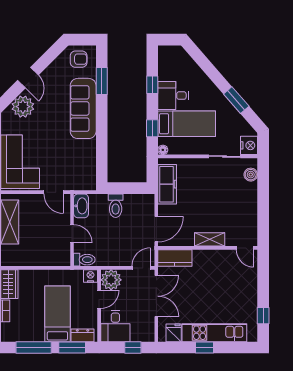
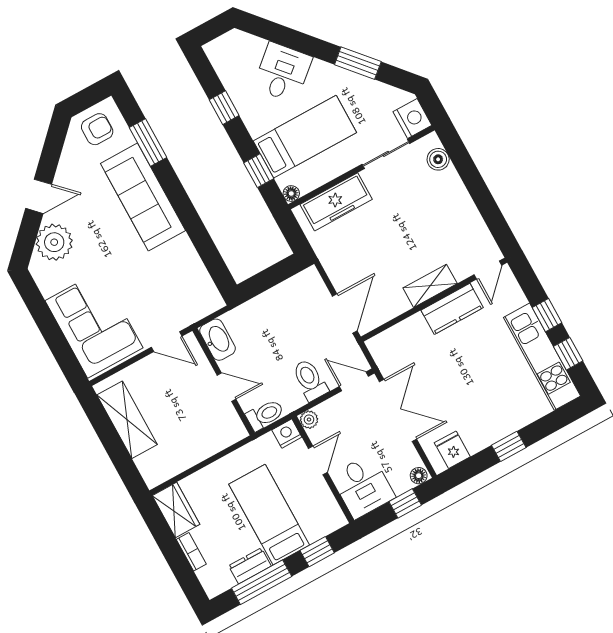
door: (28, 78) -> (39, 196), hinge flipped
desk: (173, 96) -> (283, 72), moved, turned 139
freezer: (167, 184) -> (336, 202), moved, turned 90
toilet: (116, 206) -> (310, 380), moved, turned 180
door: (245, 248) -> (488, 270), hinge flipped
kitchen counter: (175, 258) -> (452, 309), moved
door: (141, 268) -> (354, 381), hinge flipped
plant: (111, 280) -> (309, 420), width x0.53, depth x0.53
window: (263, 289) -> (547, 315), added
kitchen unit: (214, 333) -> (542, 357), moved, turned -90
dresser: (83, 335) -> (250, 566), moved
floor lamp: (148, 337) -> (419, 476), added
window: (72, 347) -> (317, 552), width x0.67

